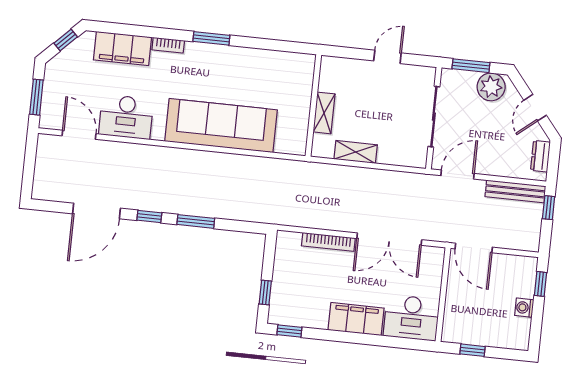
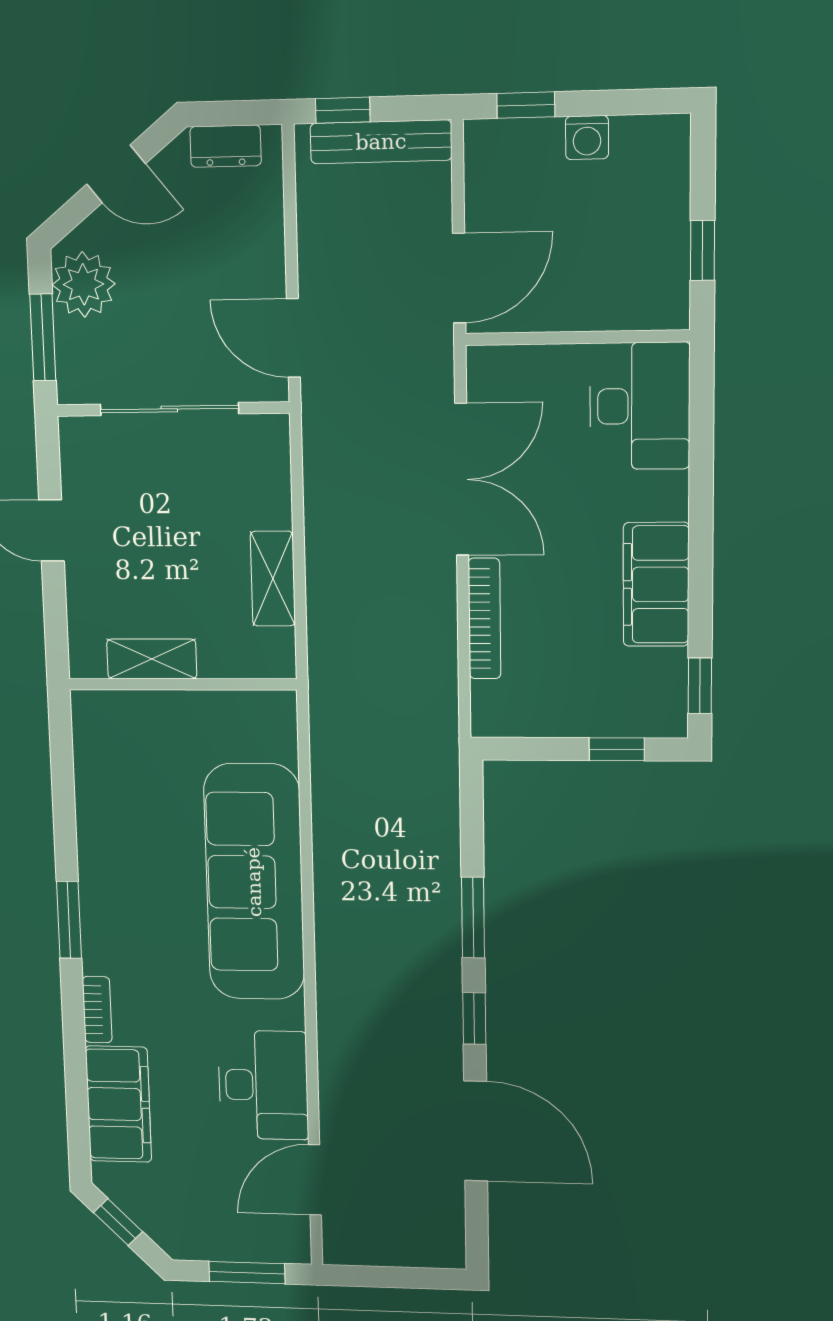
shelving: (324, 113) -> (152, 659), moved
bench: (515, 191) -> (381, 142), moved, turned 90
filing cabinet: (356, 319) -> (656, 584), moved

